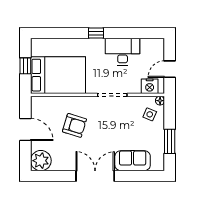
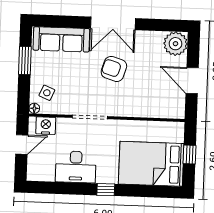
bed: (58, 75) -> (151, 164), moved
armchair: (74, 125) -> (114, 69), moved
sofa: (133, 161) -> (61, 39), width x1.36

